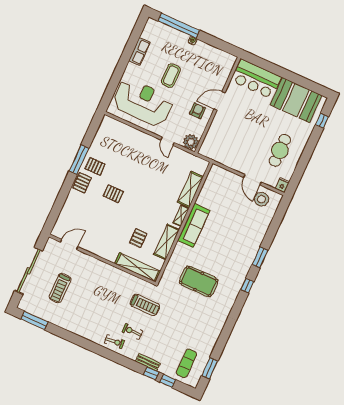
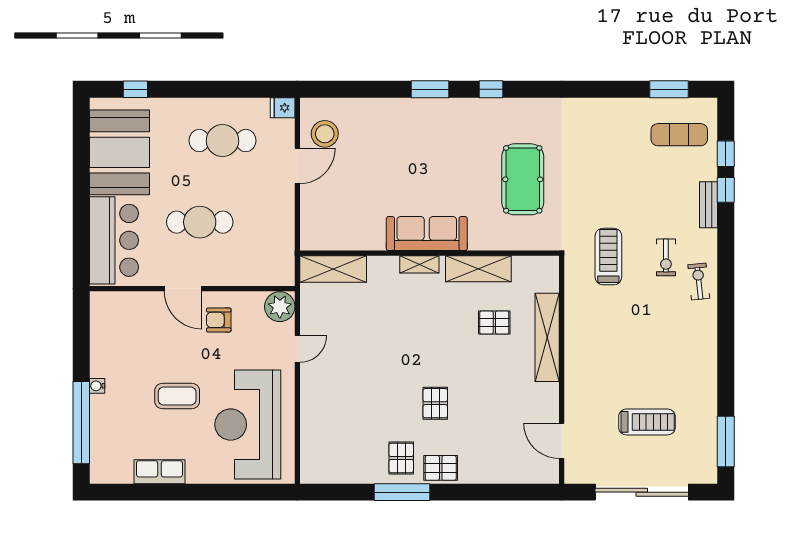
cafe table: (247, 123) -> (200, 222), added
shelving: (190, 189) -> (333, 269), moved
shelving: (138, 267) -> (547, 337), moved

